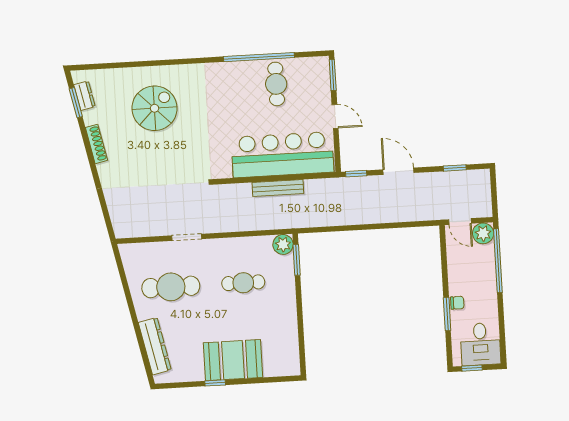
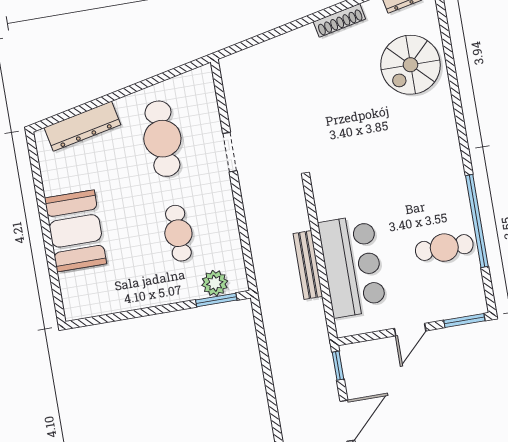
spiral stairs: (154, 108) -> (410, 65), moved, turned 90
bar counter: (282, 155) -> (352, 266), width x0.73
plant: (283, 244) -> (215, 283), moved
window: (215, 383) -> (43, 211), removed

